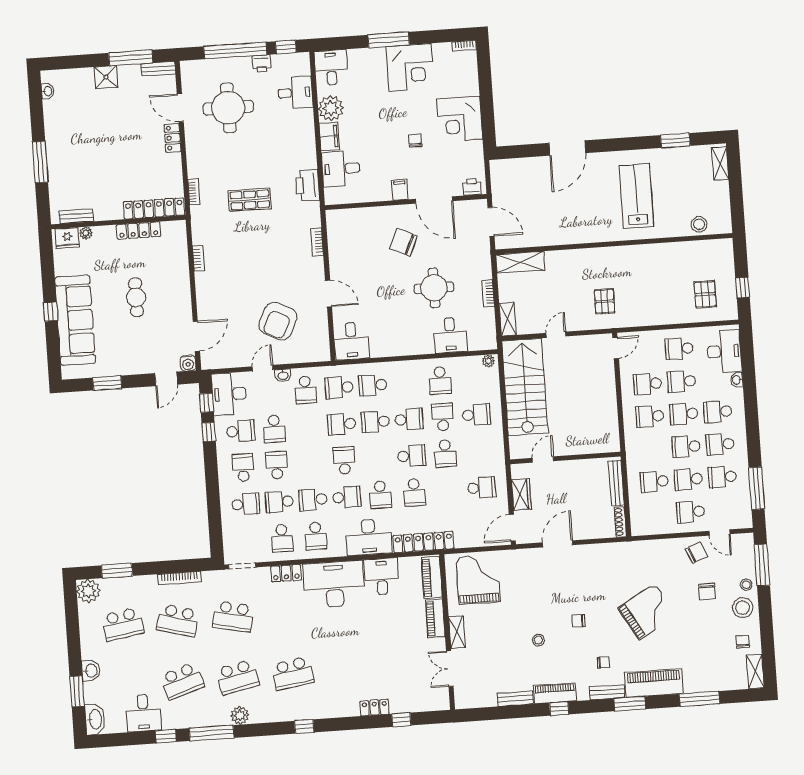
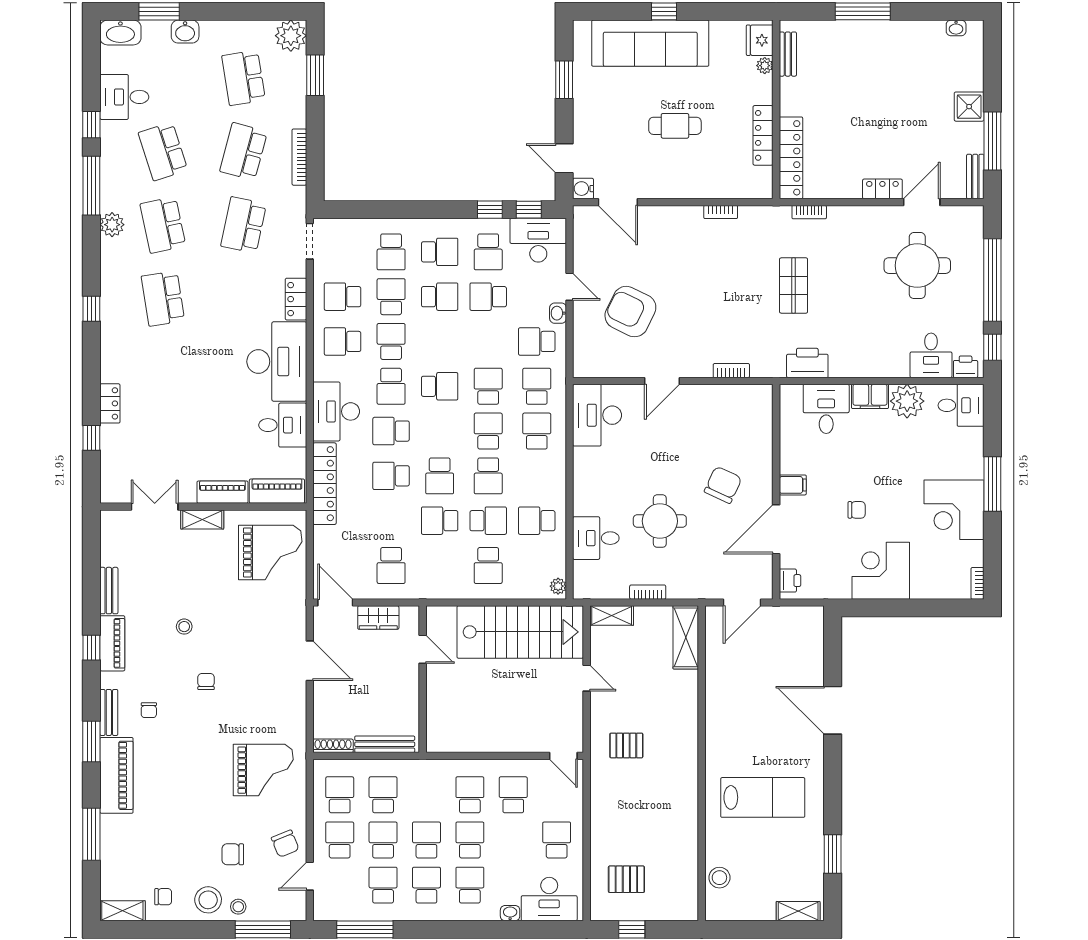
printer: (261, 63) -> (966, 367), moved, turned 90
desk: (351, 341) -> (597, 415), width x1.37
school desk: (682, 381) -> (340, 795), moved
grand piano: (647, 612) -> (263, 770), moved, turned -60

